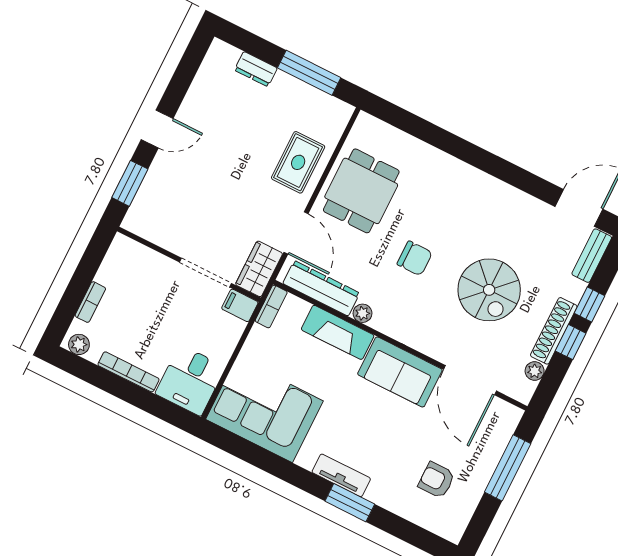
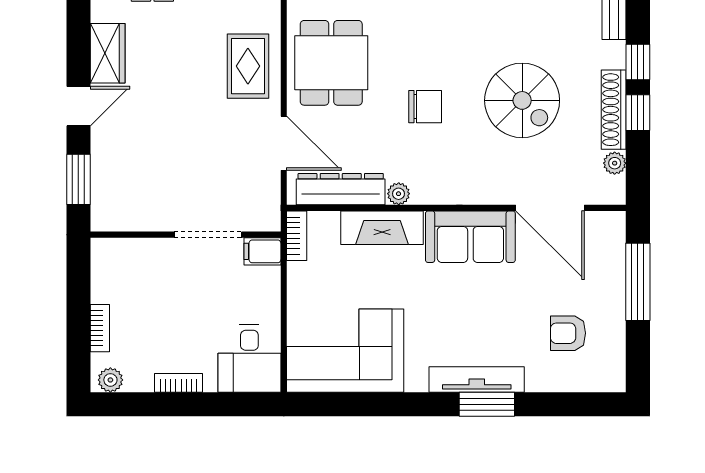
wardrobe: (259, 269) -> (108, 53), moved, turned 180
bookcase: (129, 372) -> (178, 383), width x0.64
tv unit: (341, 475) -> (477, 379), width x1.41

